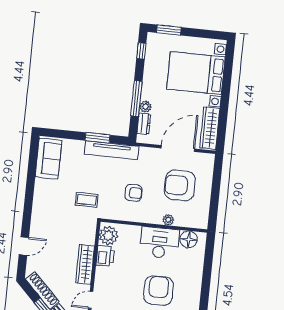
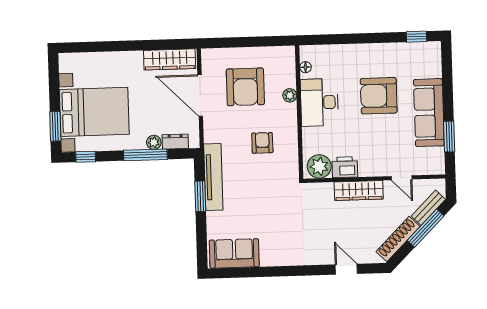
bed with nightstands: (196, 73) -> (94, 112), moved, turned -90
coffee table: (87, 200) -> (279, 200), removed
floor lamp: (189, 239) -> (305, 67), width x0.53, depth x0.53

